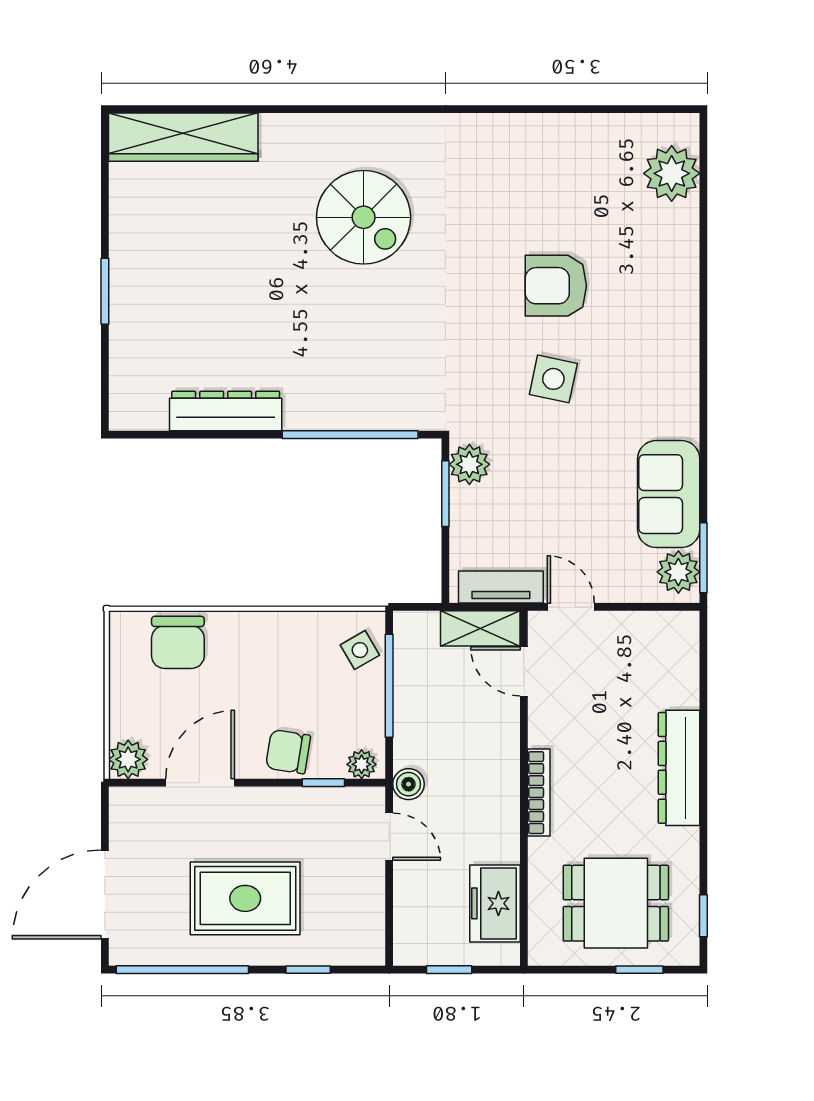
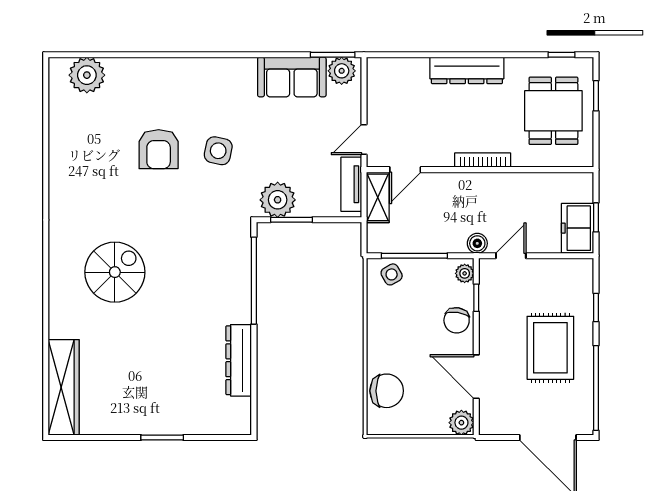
plant: (469, 464) -> (278, 200), width x1.36, depth x1.36
freezer: (495, 903) -> (577, 228), moved, turned 90

